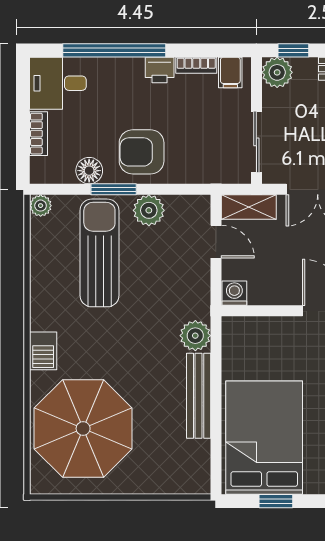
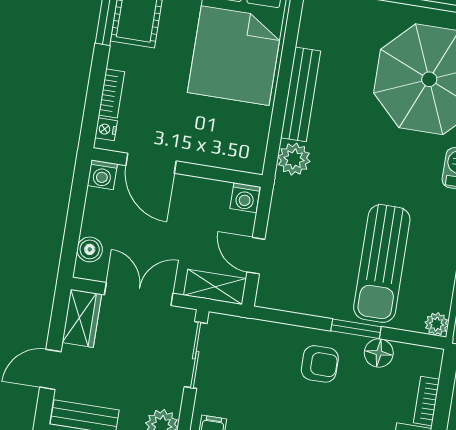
armchair: (142, 152) -> (320, 364), width x0.72, depth x0.72
plant: (149, 210) -> (322, 300), removed

